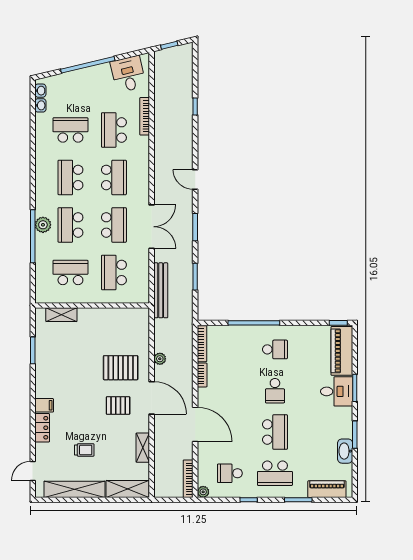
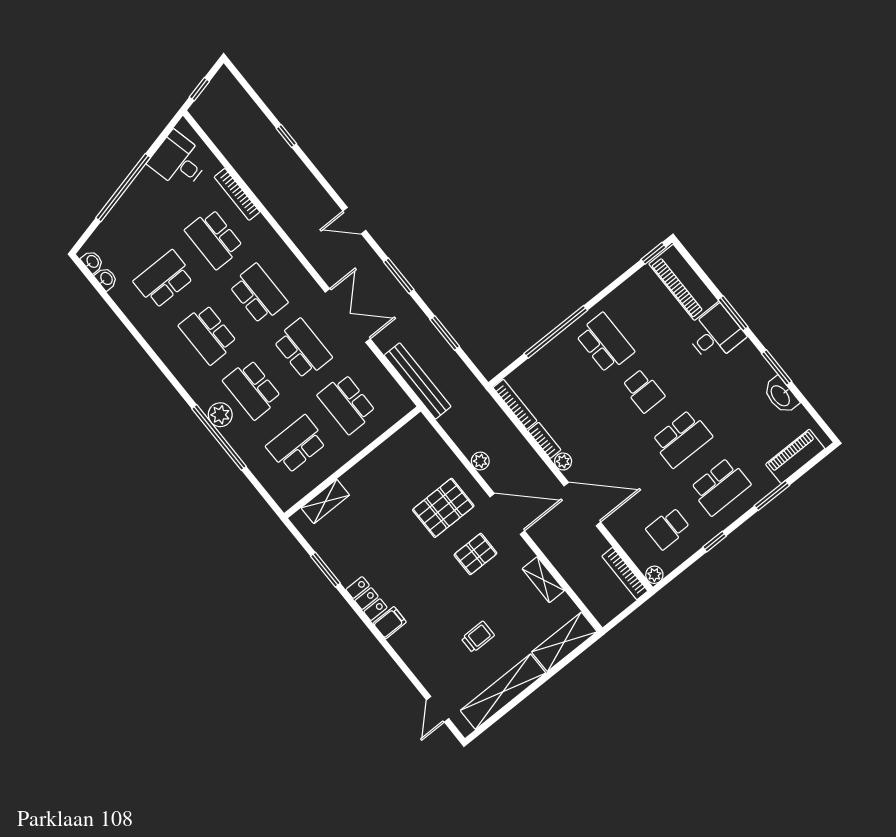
school desk: (275, 349) -> (605, 343), width x1.85
plant: (203, 394) -> (563, 461), added
locker: (42, 428) -> (367, 599), moved
school desk: (275, 432) -> (682, 439), turned 90

